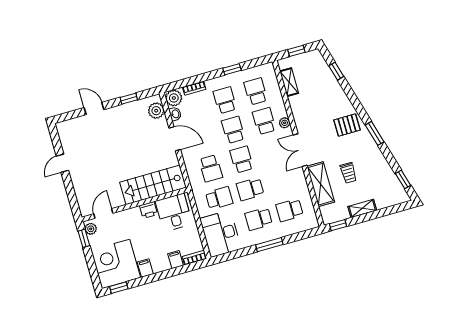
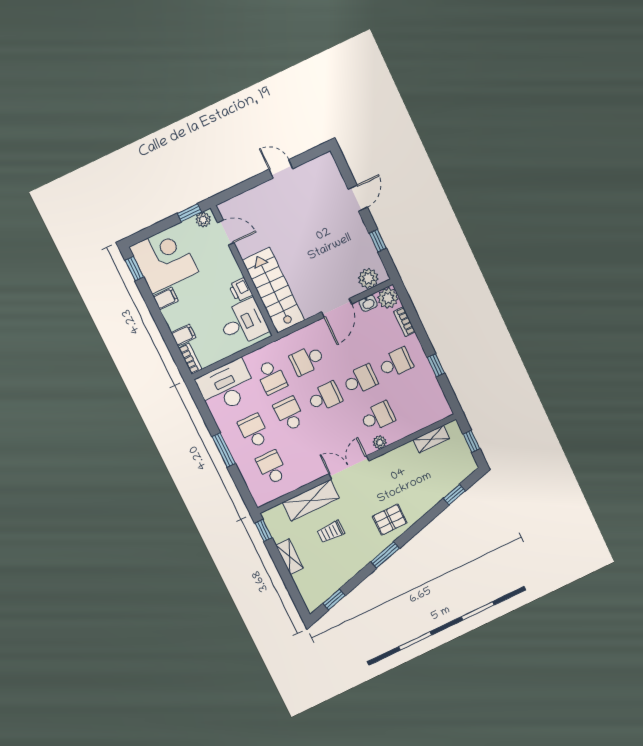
school desk: (256, 91) -> (413, 400), removed
pallet: (347, 125) -> (390, 520), turned 90

